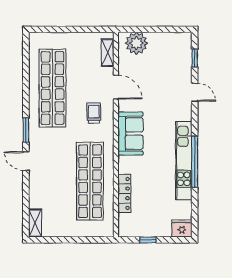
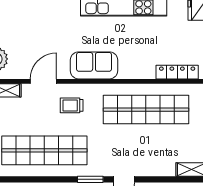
locker: (124, 193) -> (177, 72), moved

